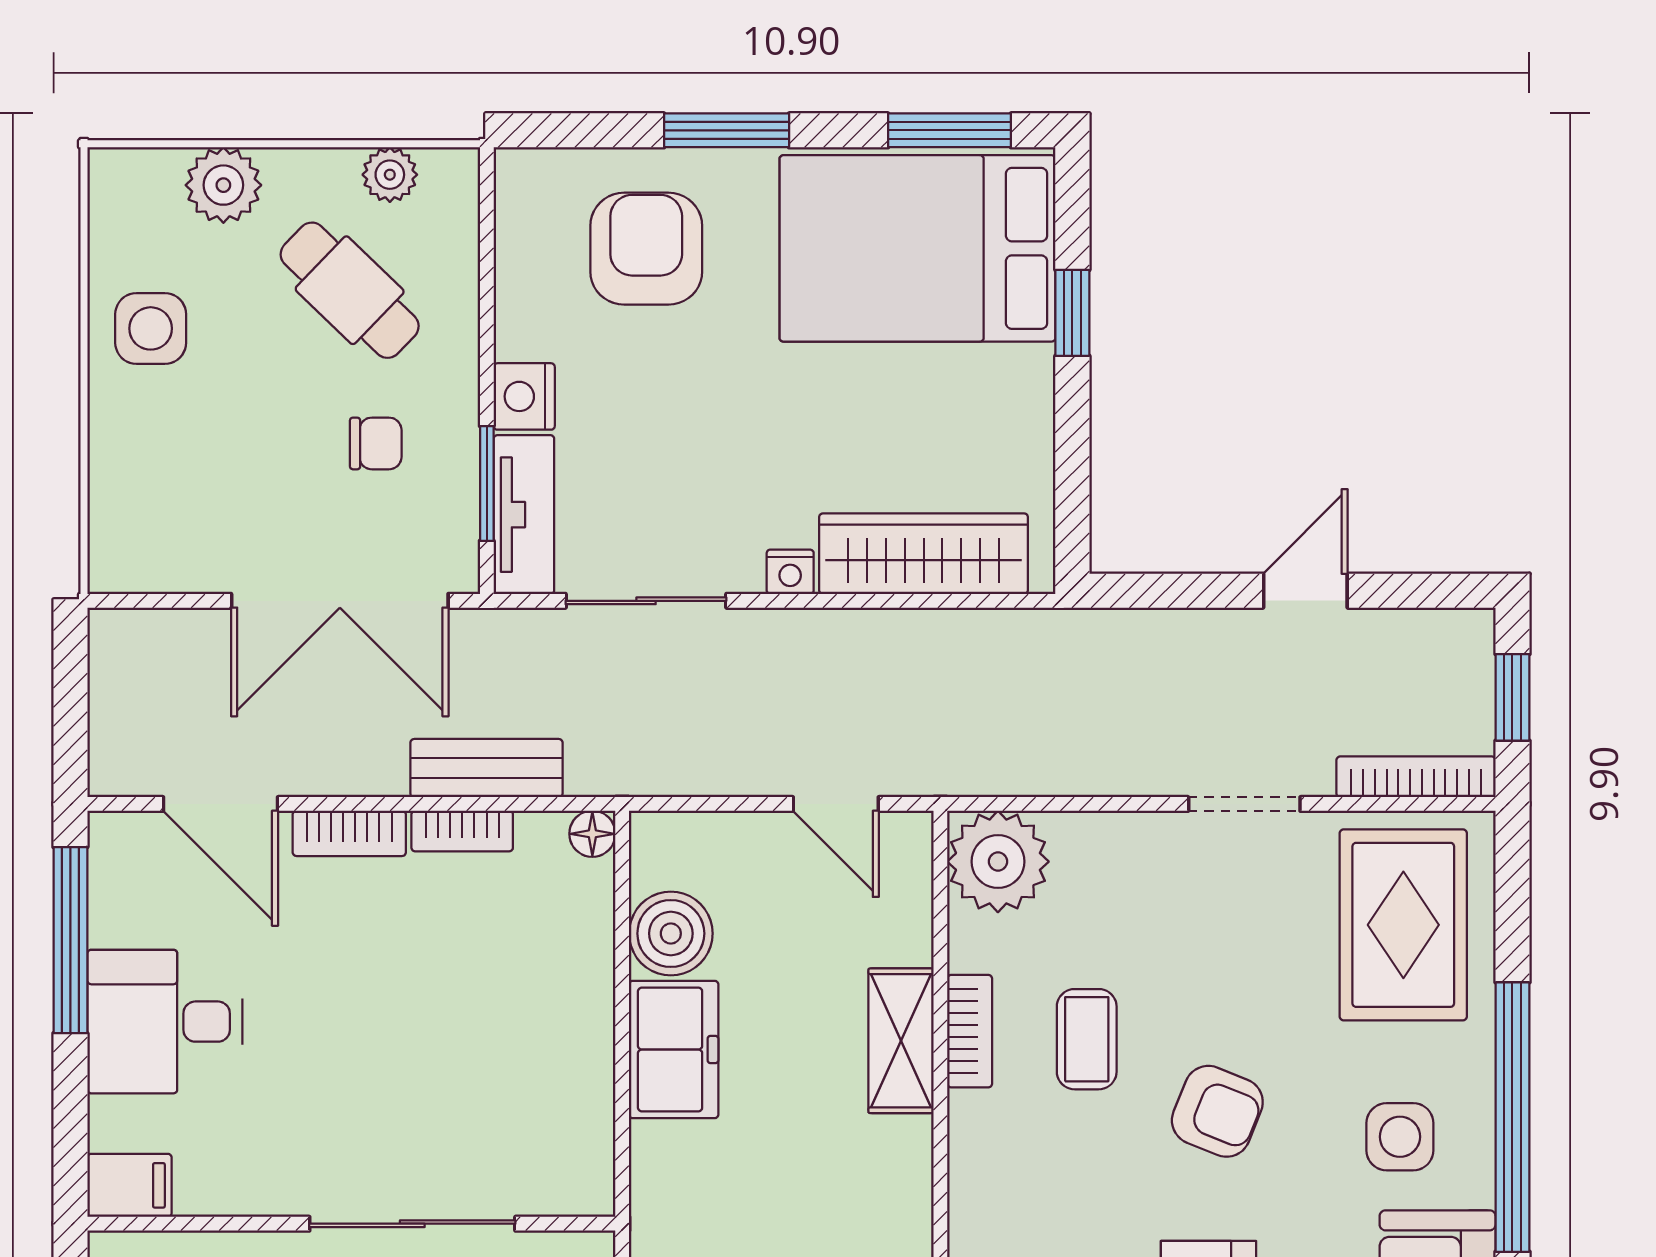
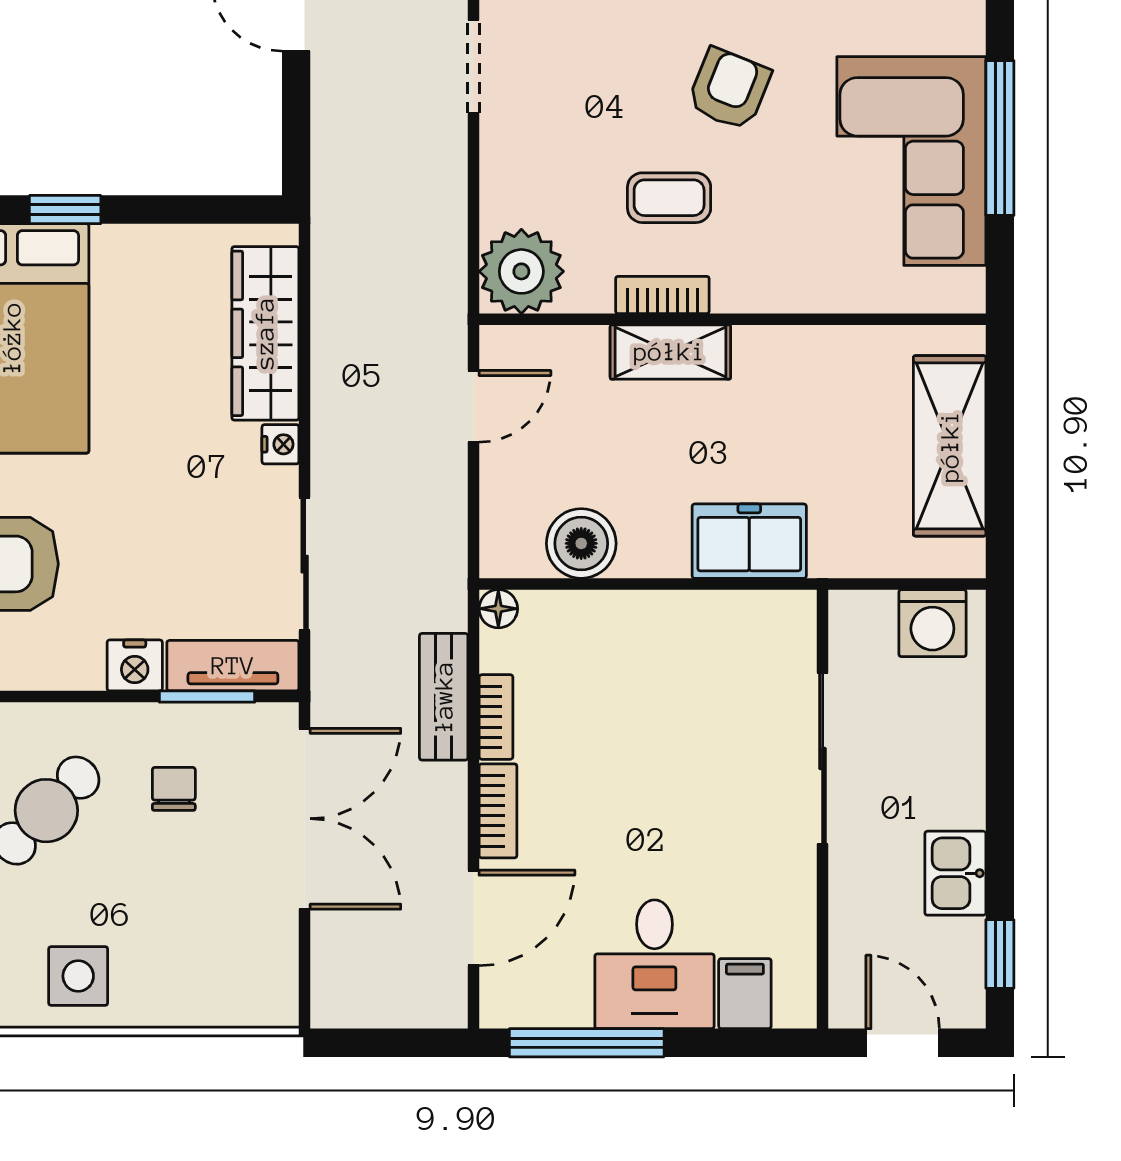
freezer: (674, 1049) -> (749, 541), moved
filing cabinet: (129, 1185) -> (745, 994), moved

